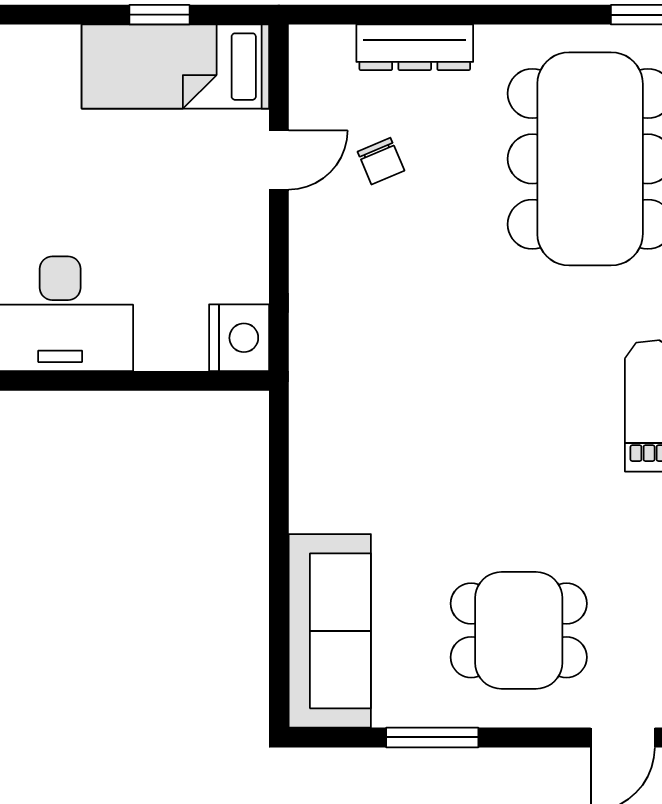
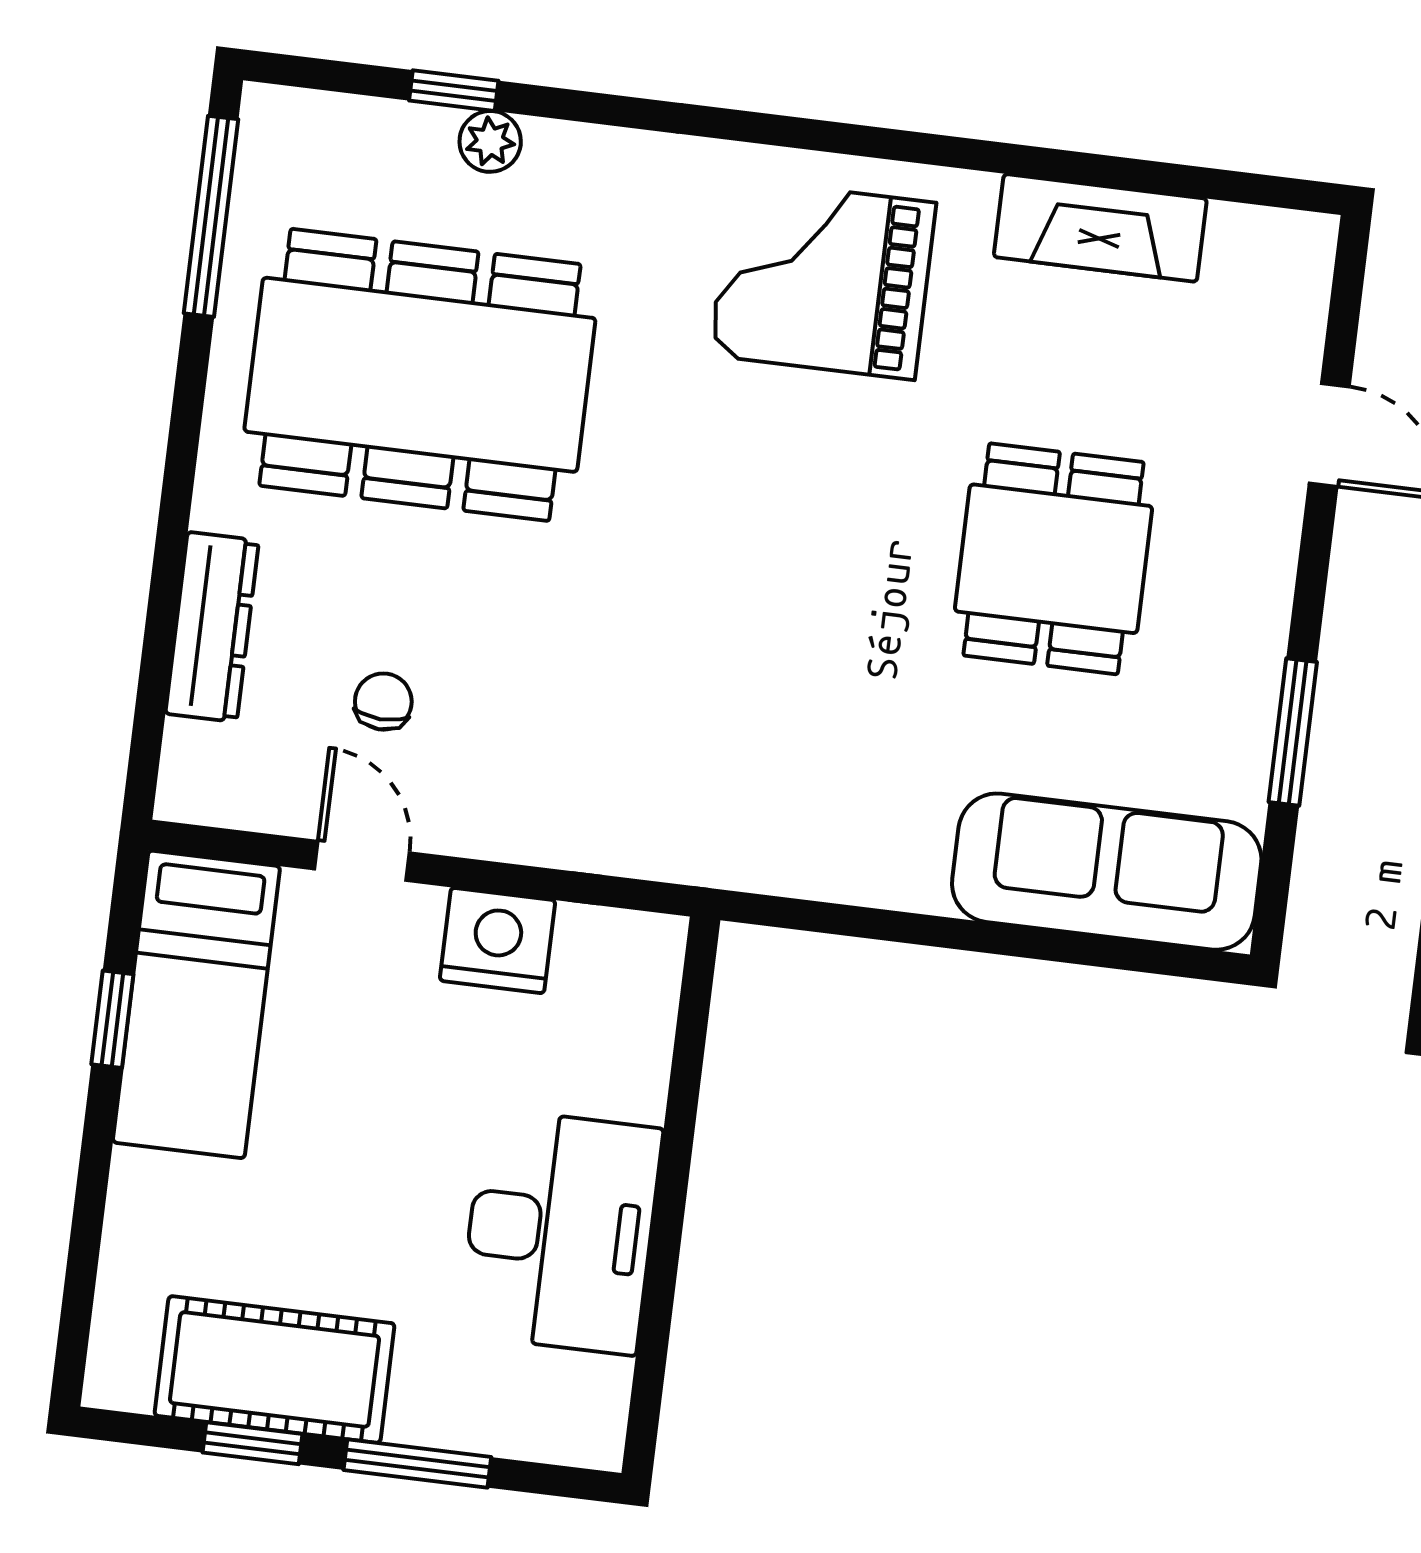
chair: (381, 161) -> (383, 702), turned -65
nightstand: (239, 338) -> (497, 940), moved
dining table: (519, 630) -> (1054, 559), moved

